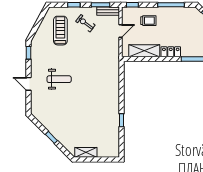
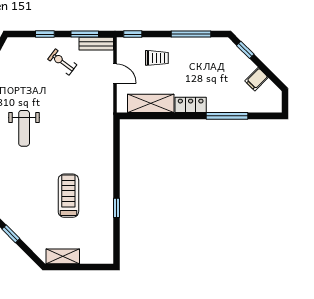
treadmill: (60, 31) -> (68, 196), moved
door: (121, 31) -> (115, 74), hinge flipped
weight bench: (59, 79) -> (24, 128), moved, turned 90

